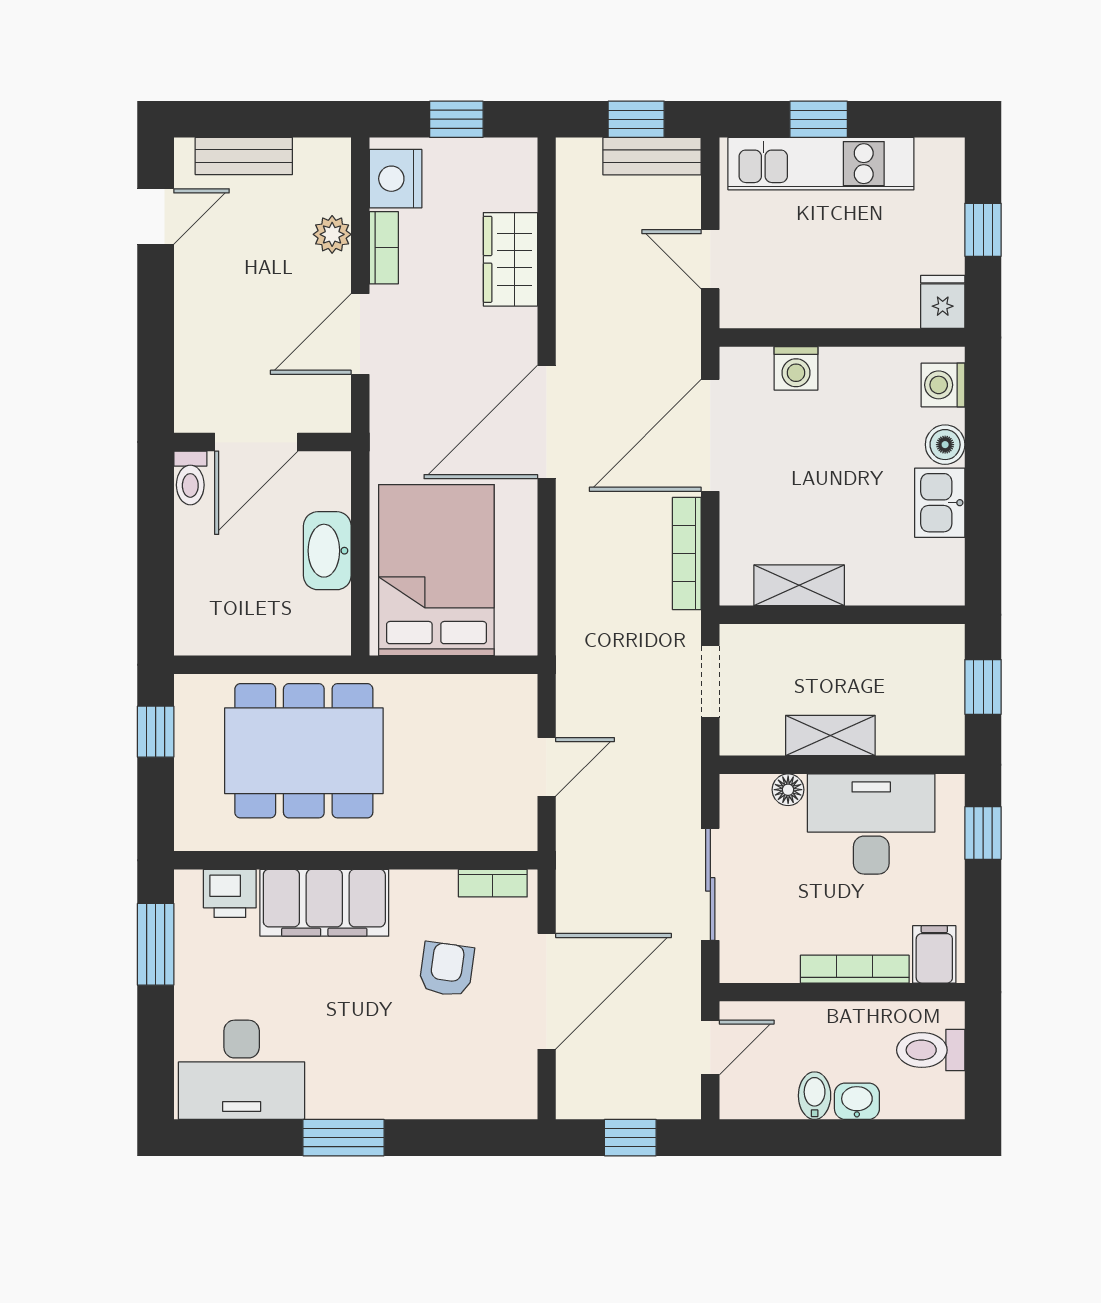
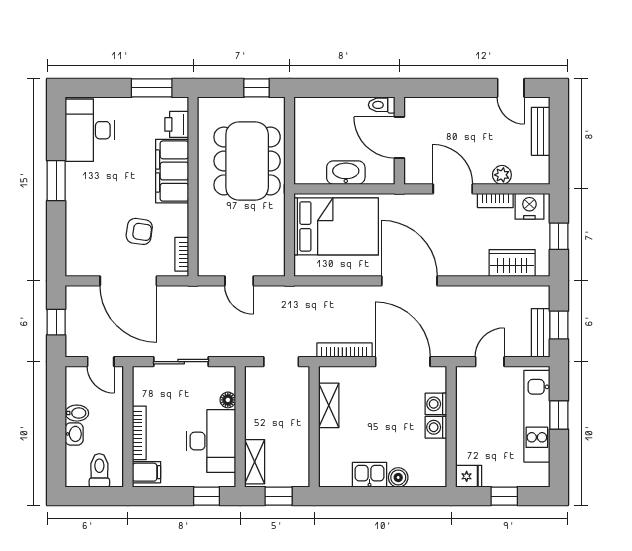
wardrobe: (510, 259) -> (512, 263), moved
washing machine: (943, 385) -> (436, 427), moved, turned -90
shelving: (830, 736) -> (255, 462), moved

